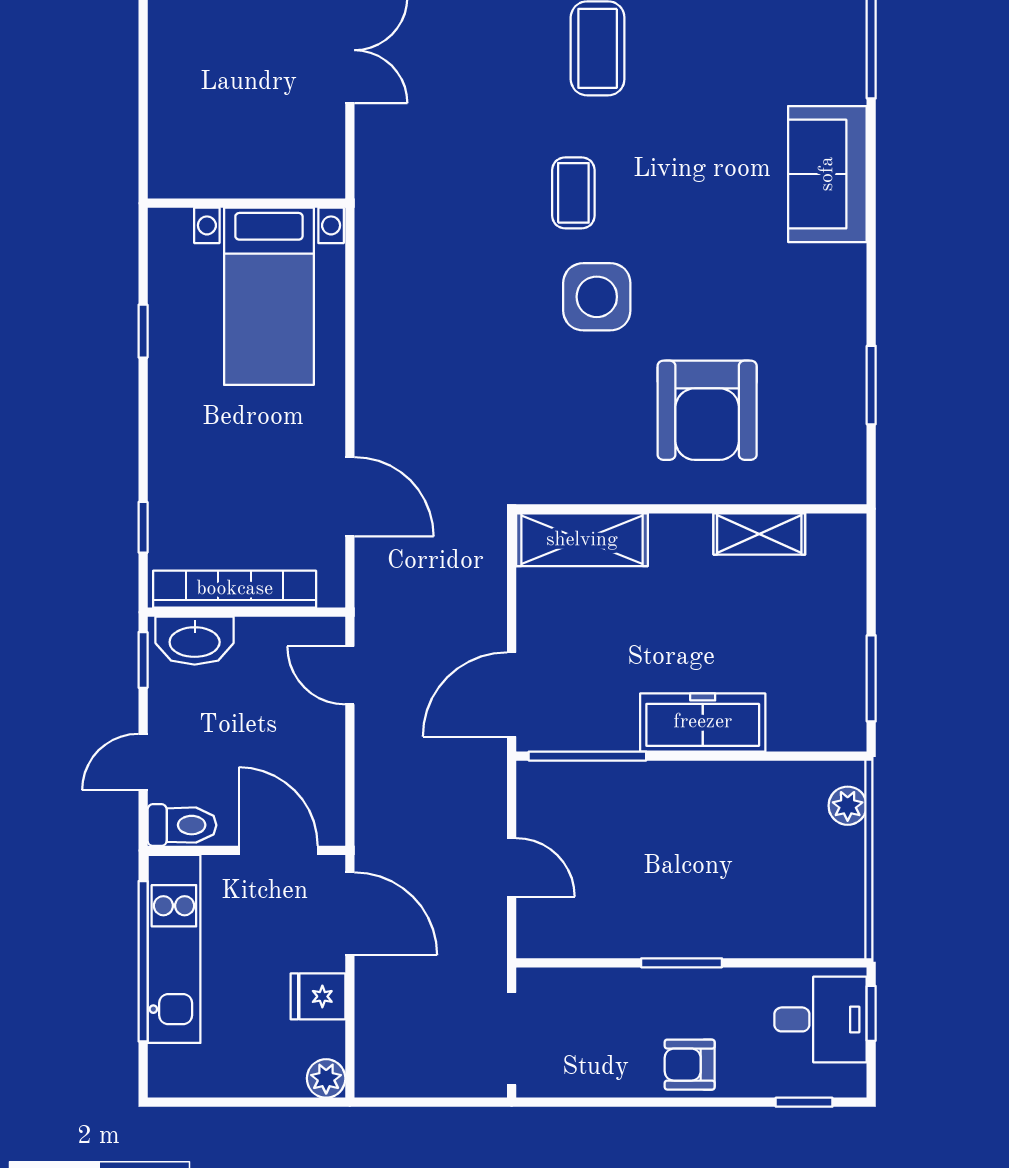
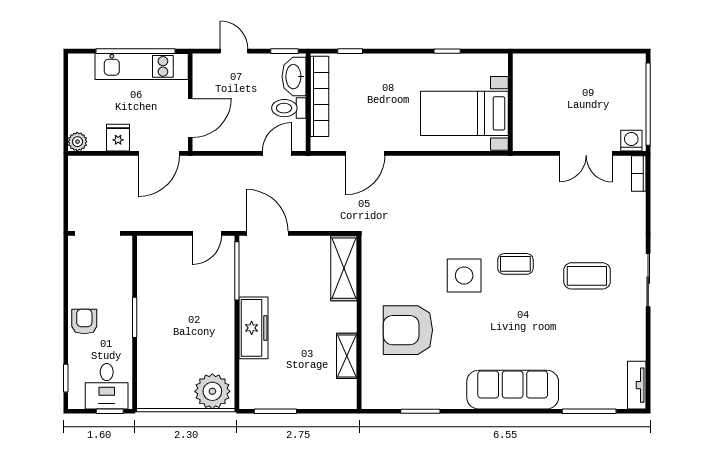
sofa: (827, 174) -> (513, 390), width x1.36
plant: (848, 806) -> (212, 391), width x1.87, depth x1.87
toilet: (182, 825) -> (289, 108), moved, turned 90
door: (512, 867) -> (207, 233), moved

